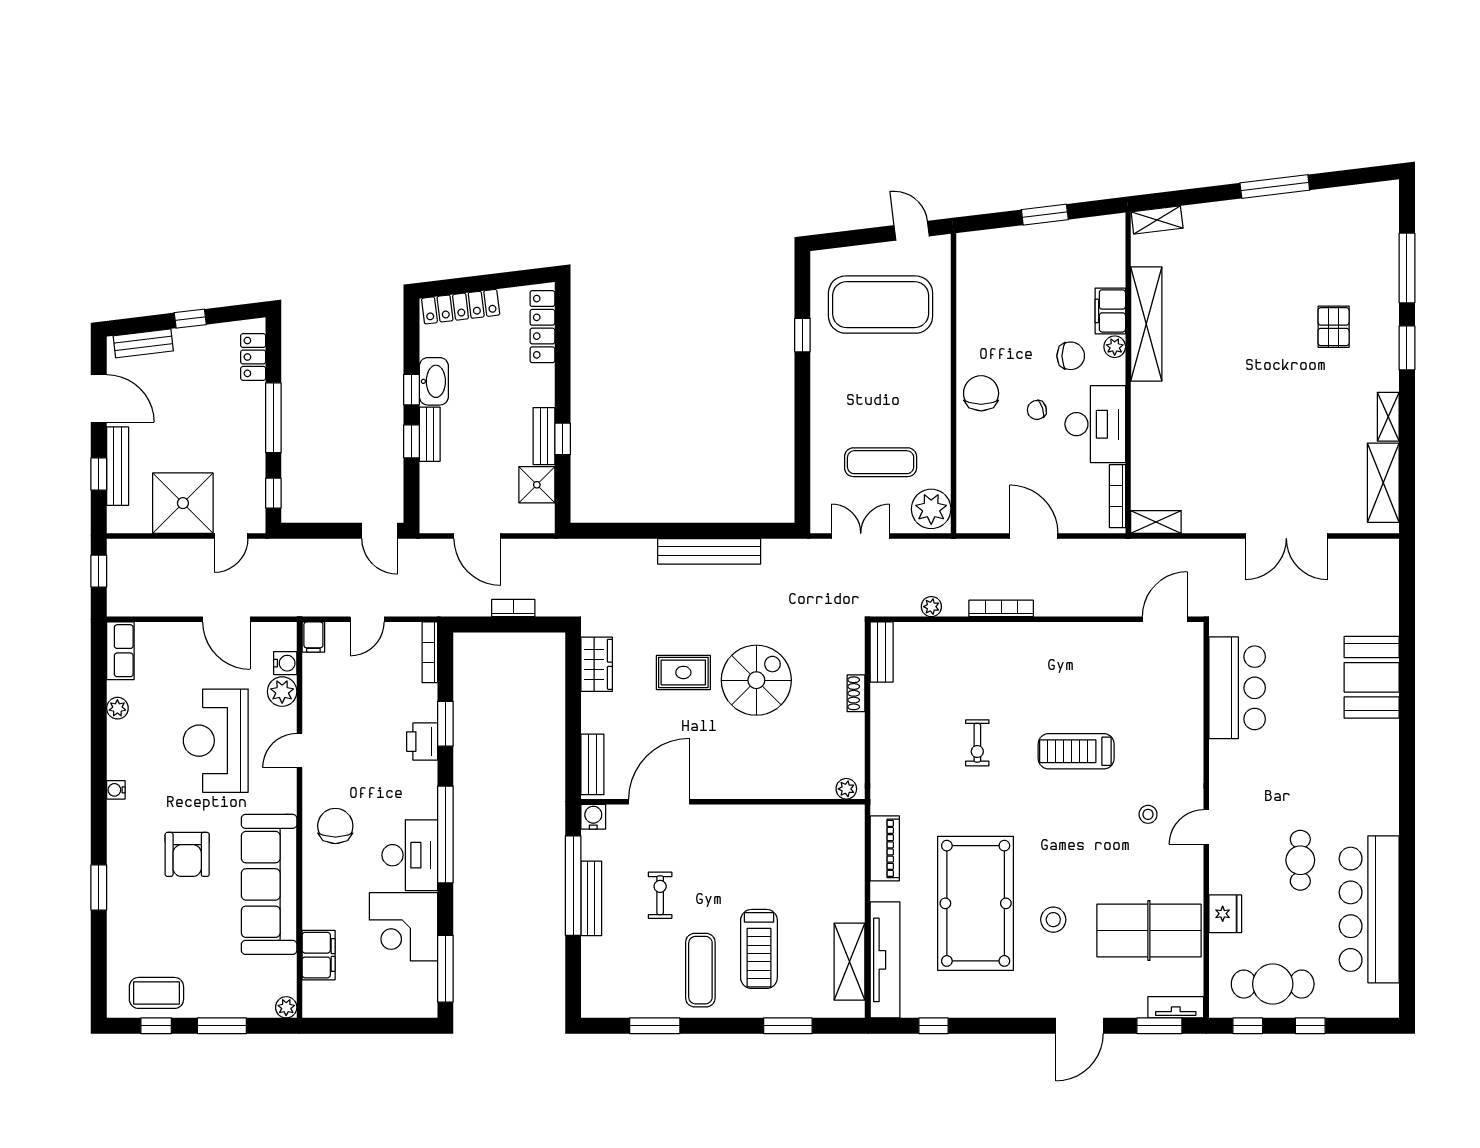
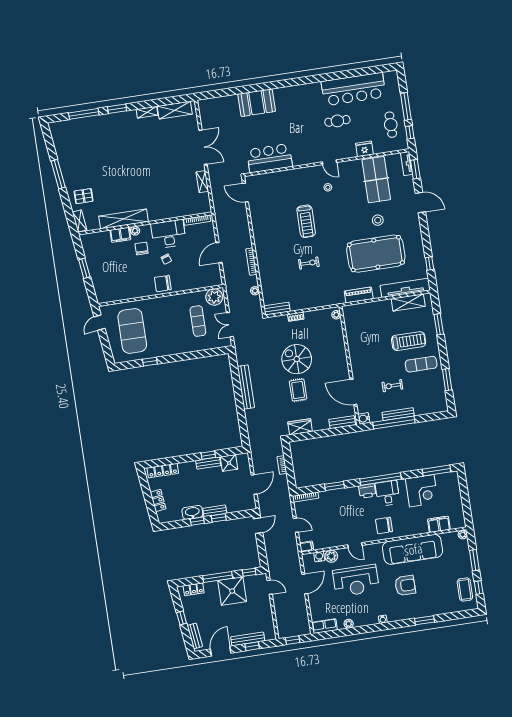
locker: (461, 307) -> (158, 500), width x0.66
pallet: (1334, 327) -> (84, 196), moved
shower: (183, 503) -> (232, 591), moved
shelving: (1156, 522) -> (202, 182), moved
printer: (422, 742) -> (367, 491), moved
desk: (410, 855) -> (387, 493), width x0.73
cafe table: (1273, 984) -> (391, 125), width x0.73, depth x0.74
window: (1310, 1026) -> (406, 106), width x2.17

